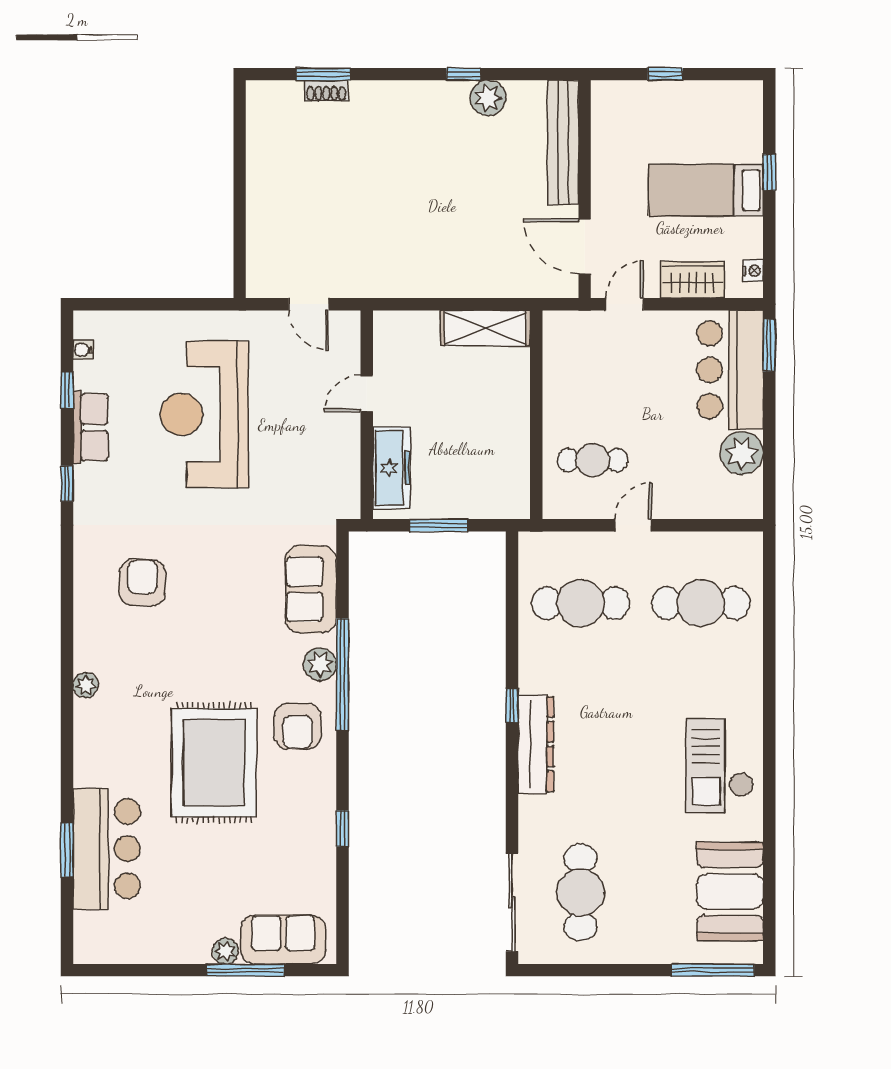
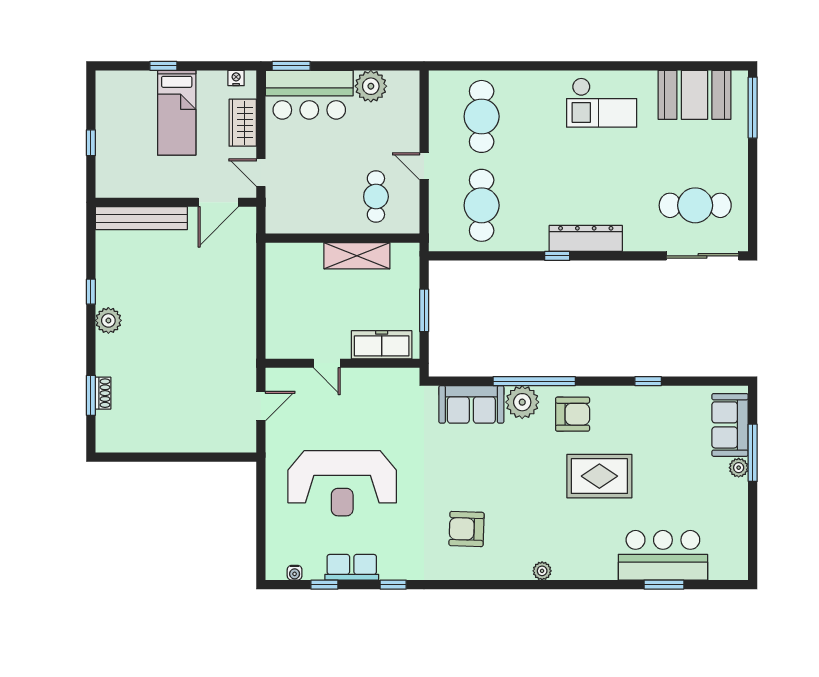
plant: (488, 98) -> (108, 320), moved
shelving: (486, 328) -> (357, 256), moved, turned 90
plant: (320, 664) -> (522, 402), width x1.36, depth x1.36
rug: (214, 763) -> (599, 476), width x0.73, depth x0.69

